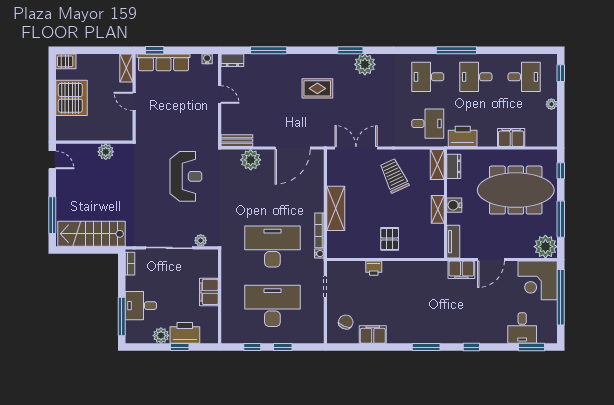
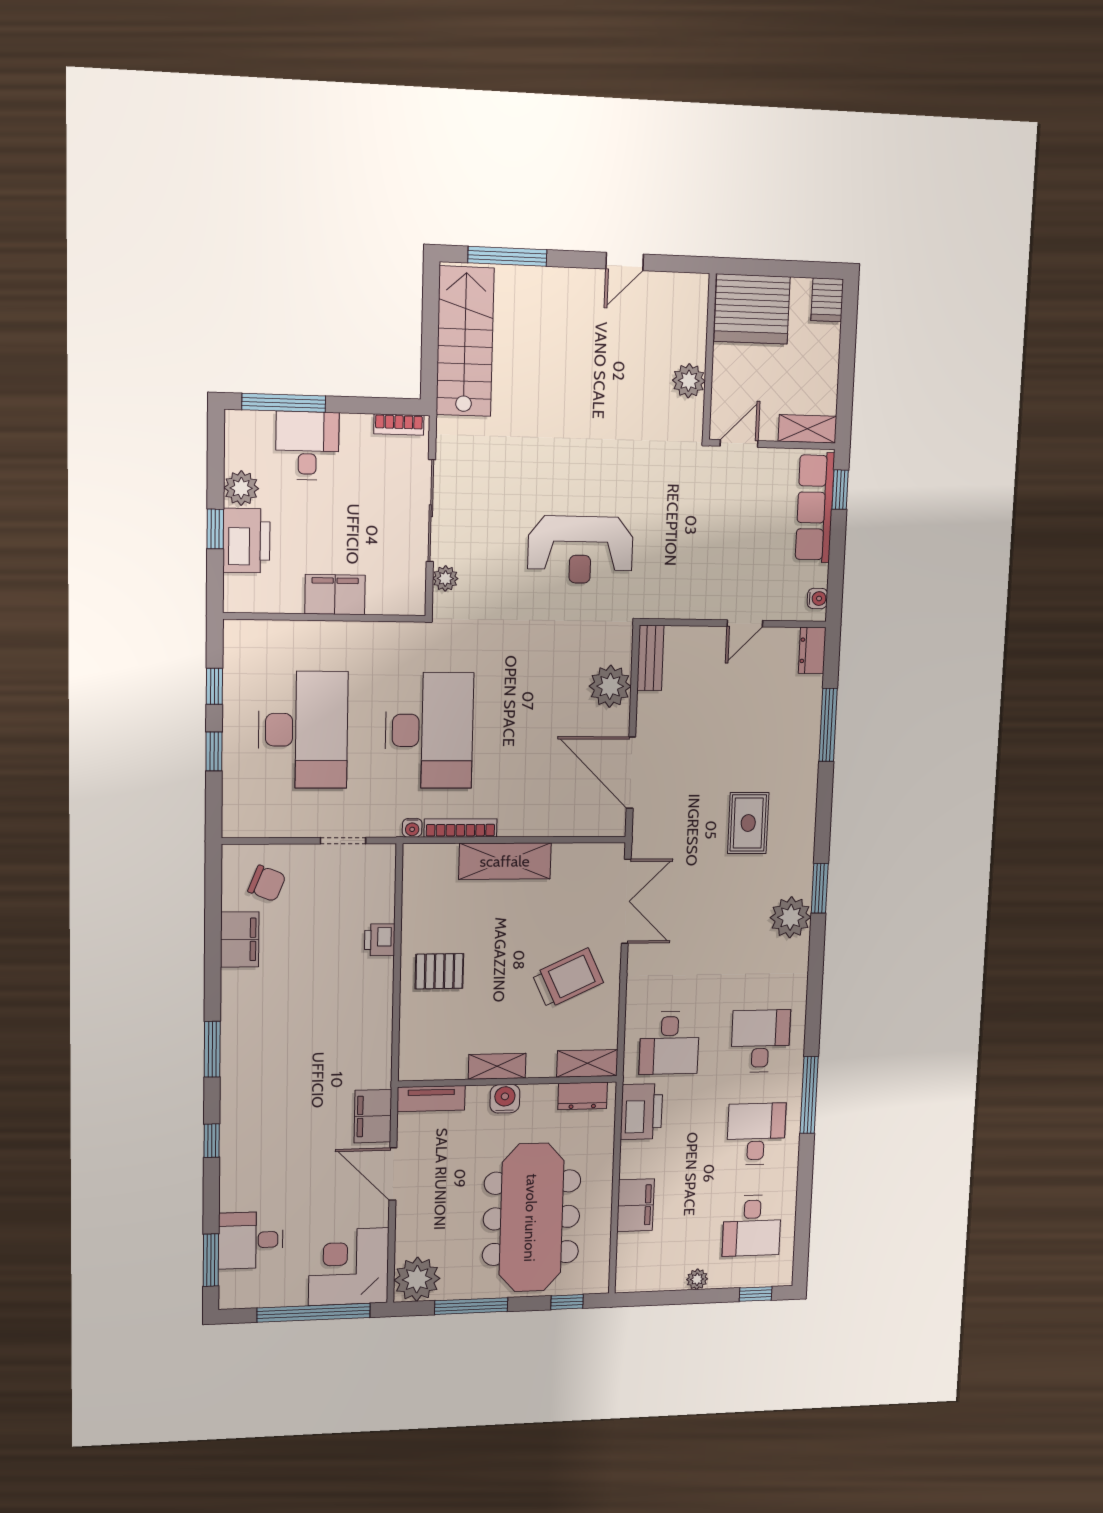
wall: (94, 142) -> (709, 357), moved
plant: (106, 152) -> (689, 381), moved

